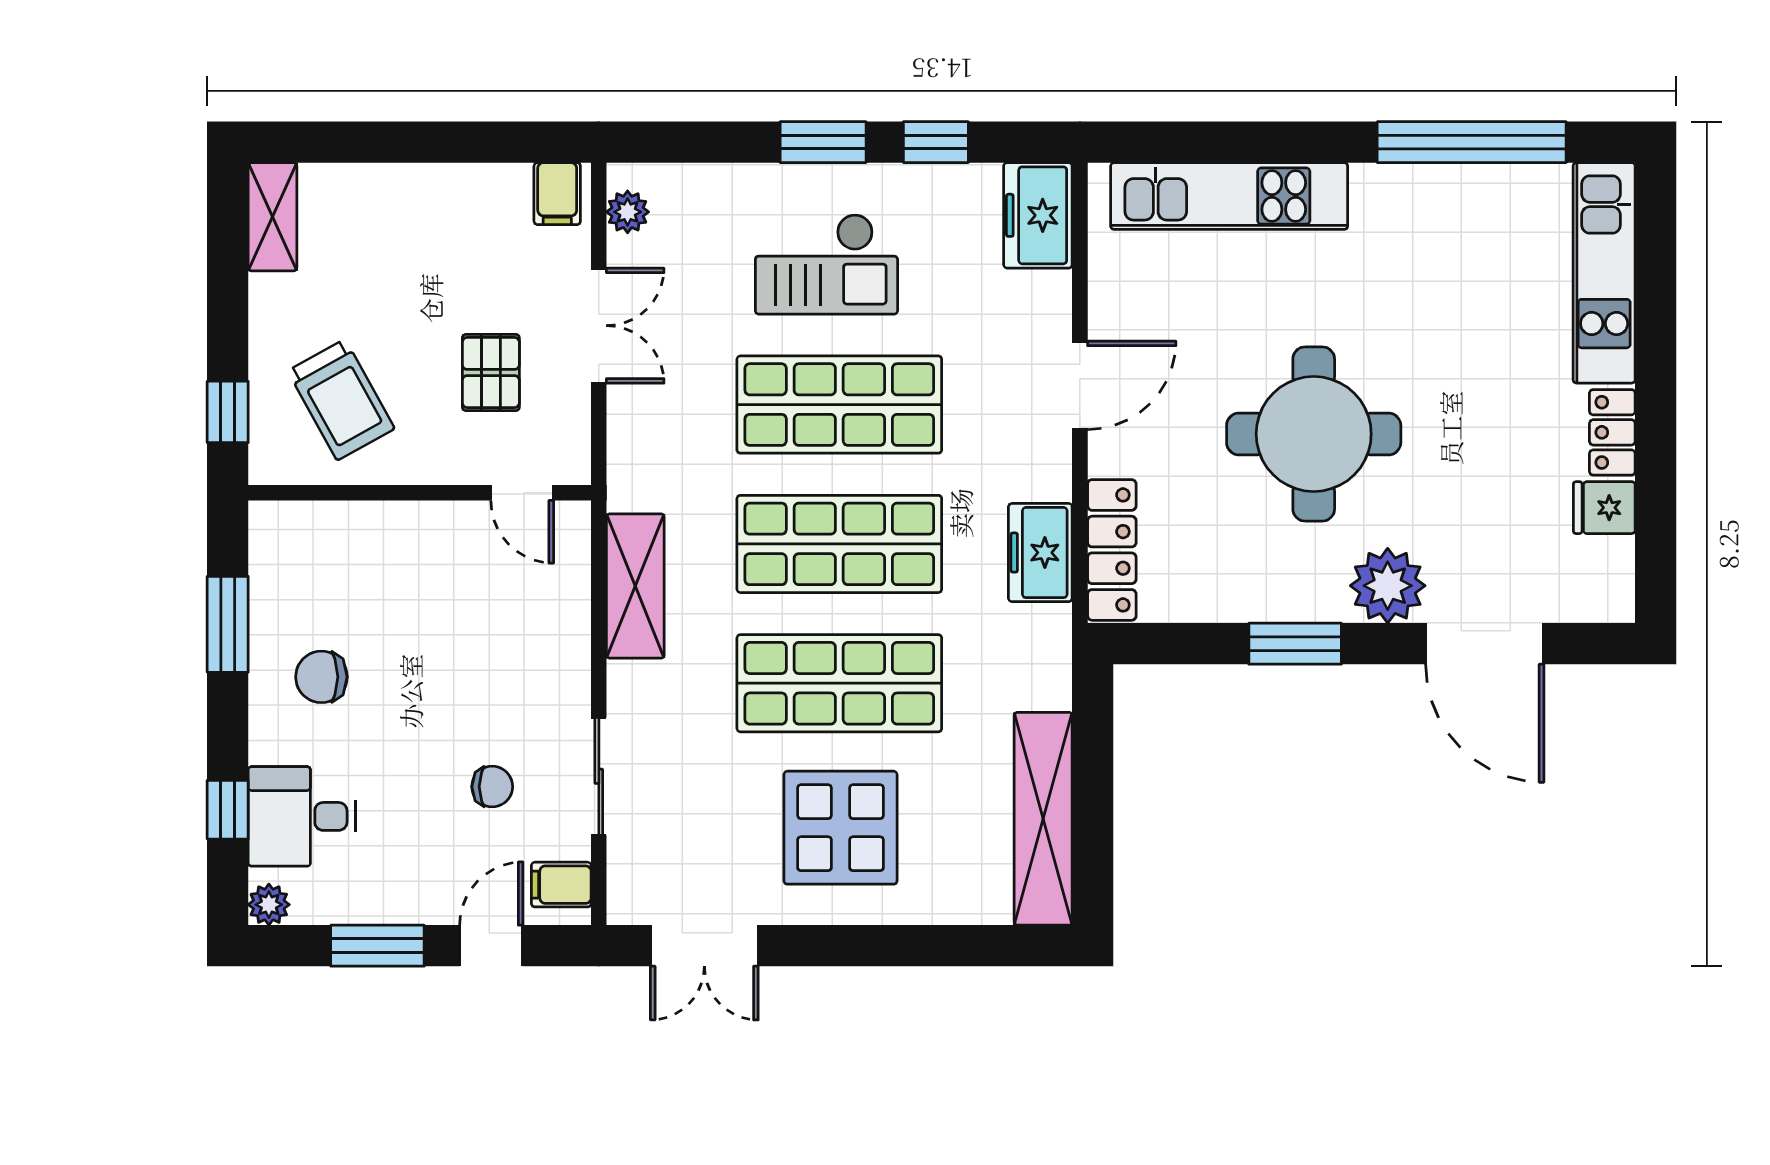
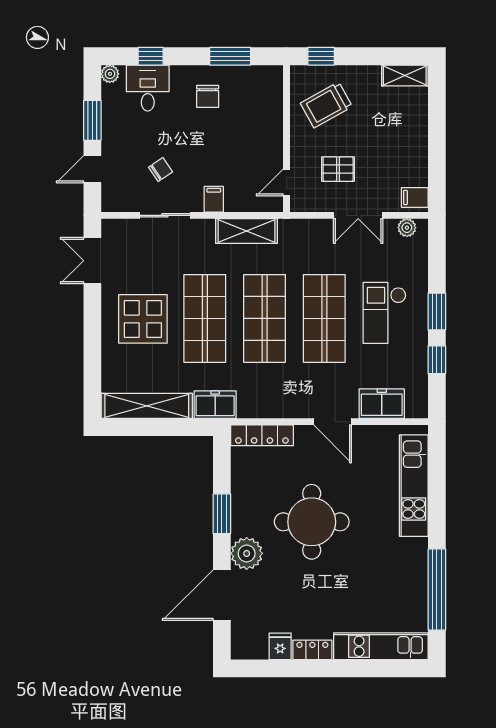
freezer: (1038, 215) -> (382, 404), moved
freezer: (1040, 553) -> (215, 405), moved
chair: (321, 677) -> (208, 96), turned 180
chair: (492, 787) -> (161, 170), turned -124
filing cabinet: (561, 885) -> (214, 199), moved
door: (491, 946) -> (92, 169), swing flipped

